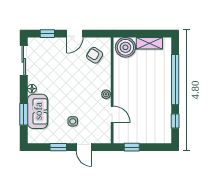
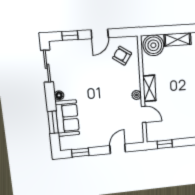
shelving: (119, 89) -> (149, 88), added
side table: (73, 121) -> (105, 125), removed
window: (58, 147) -> (80, 153), moved
door: (84, 147) -> (118, 149), swing flipped

